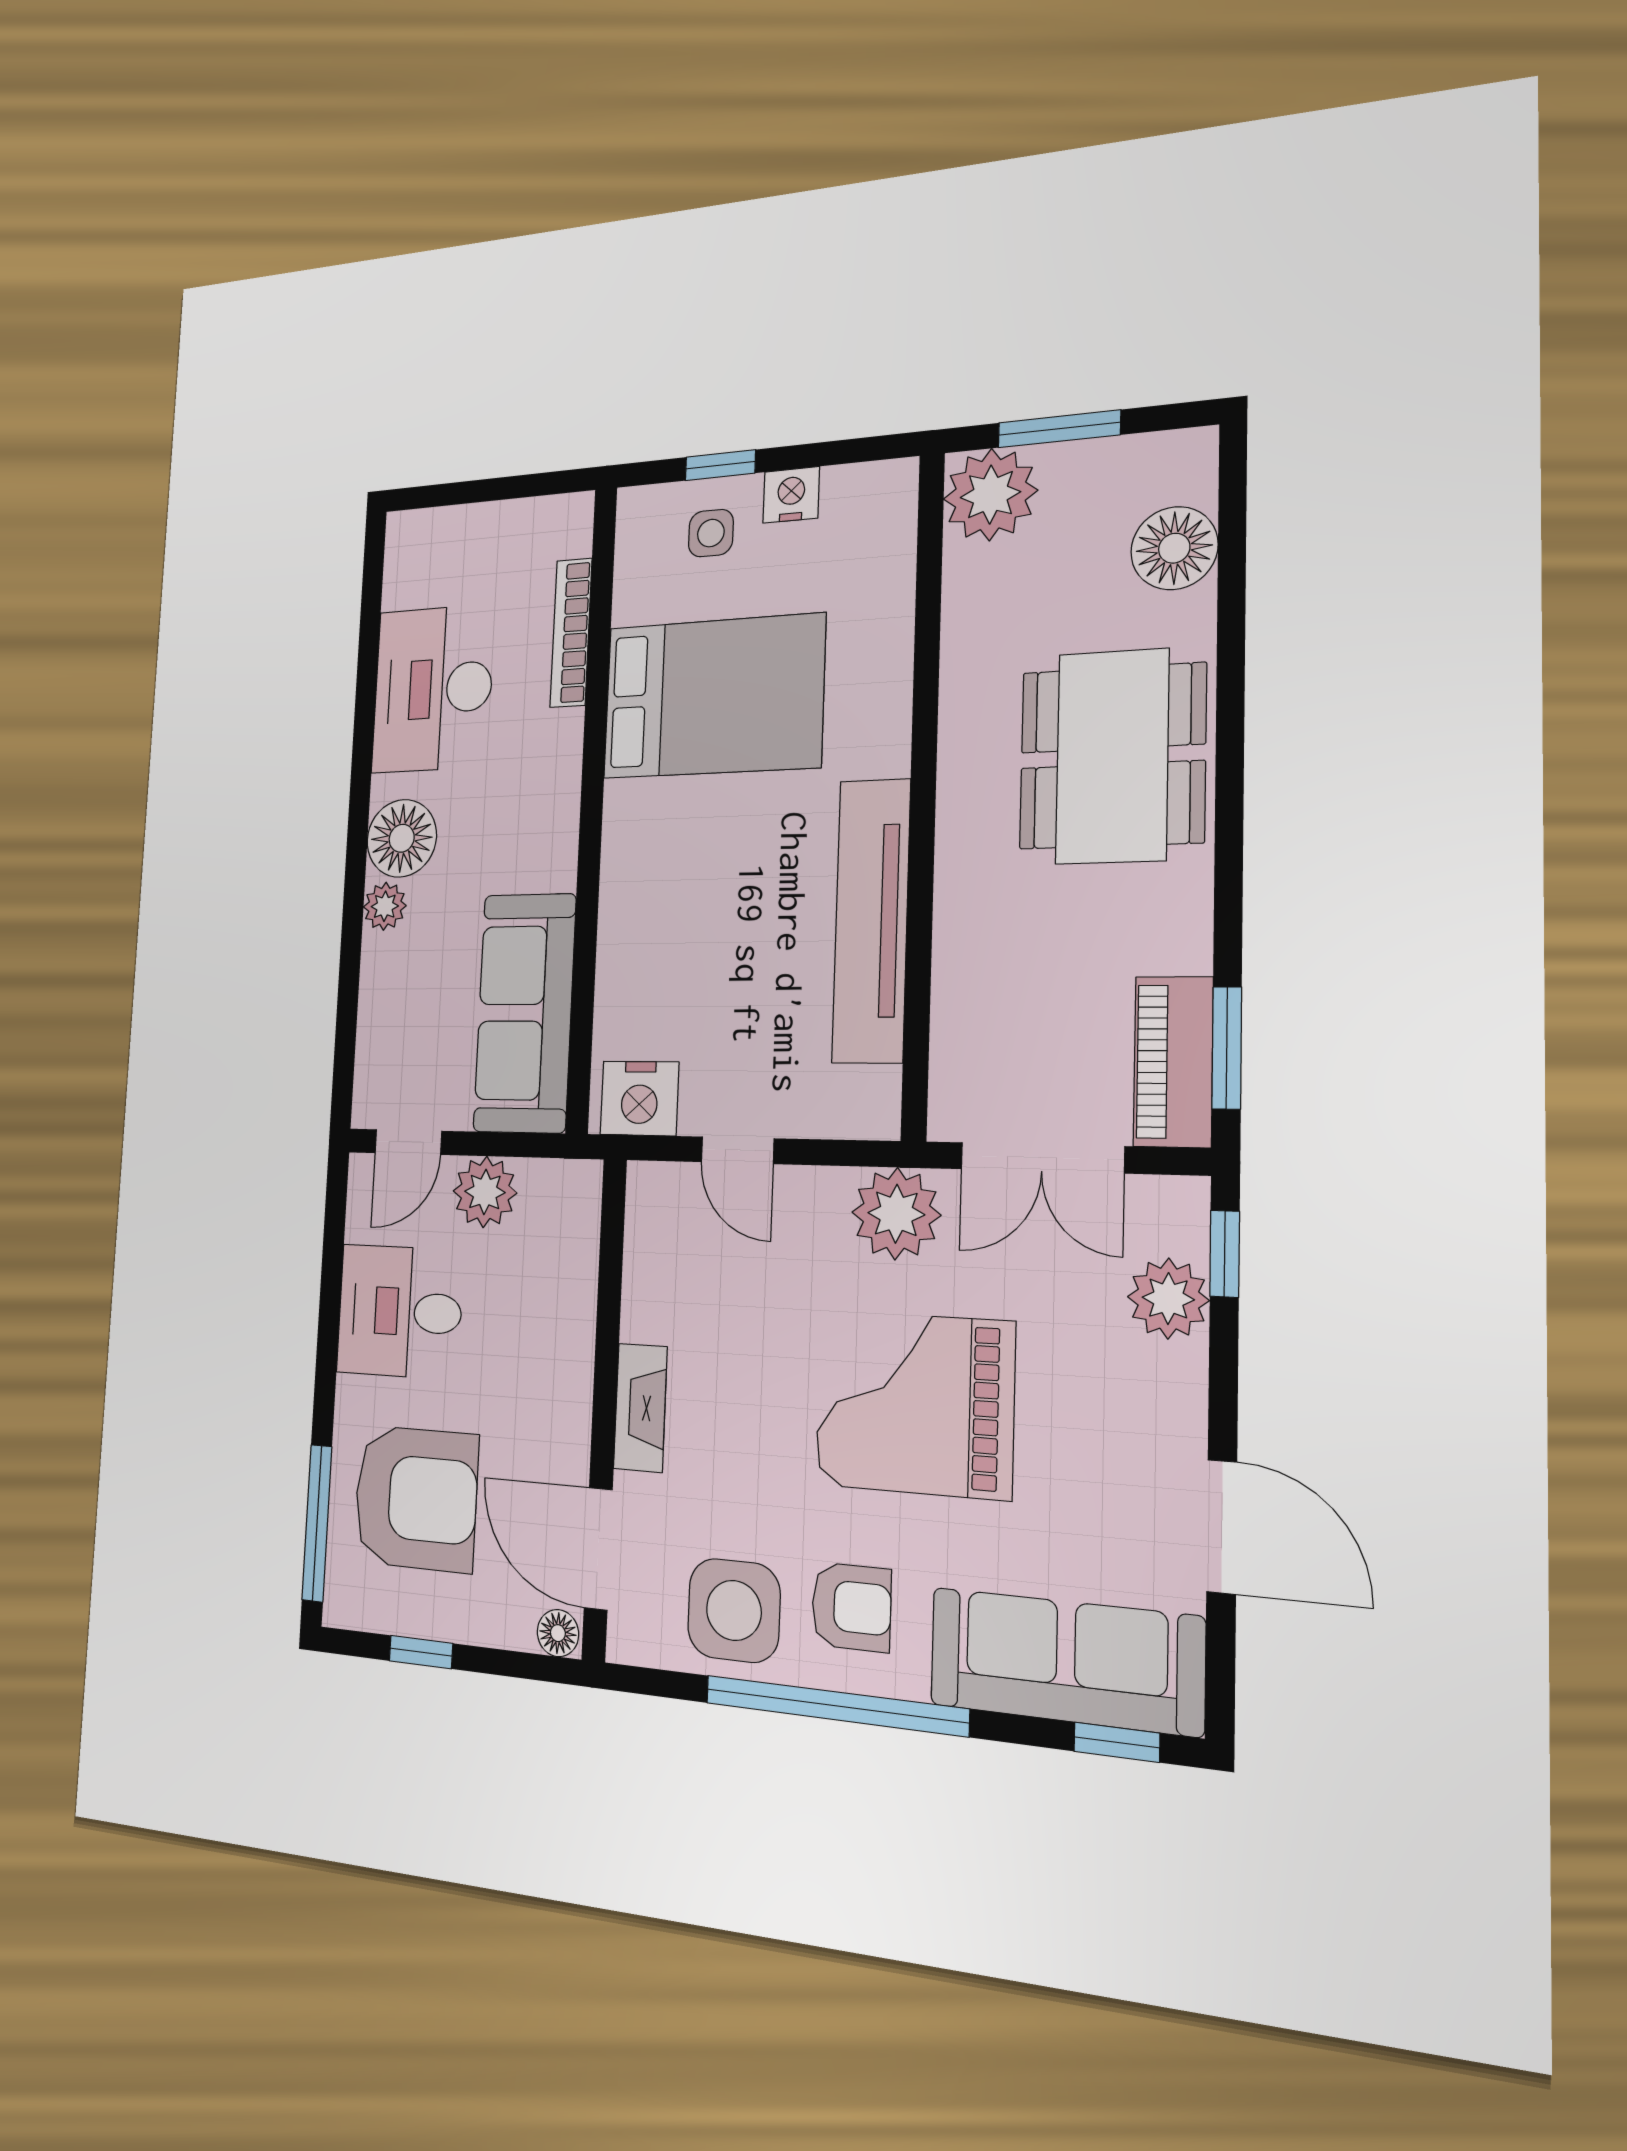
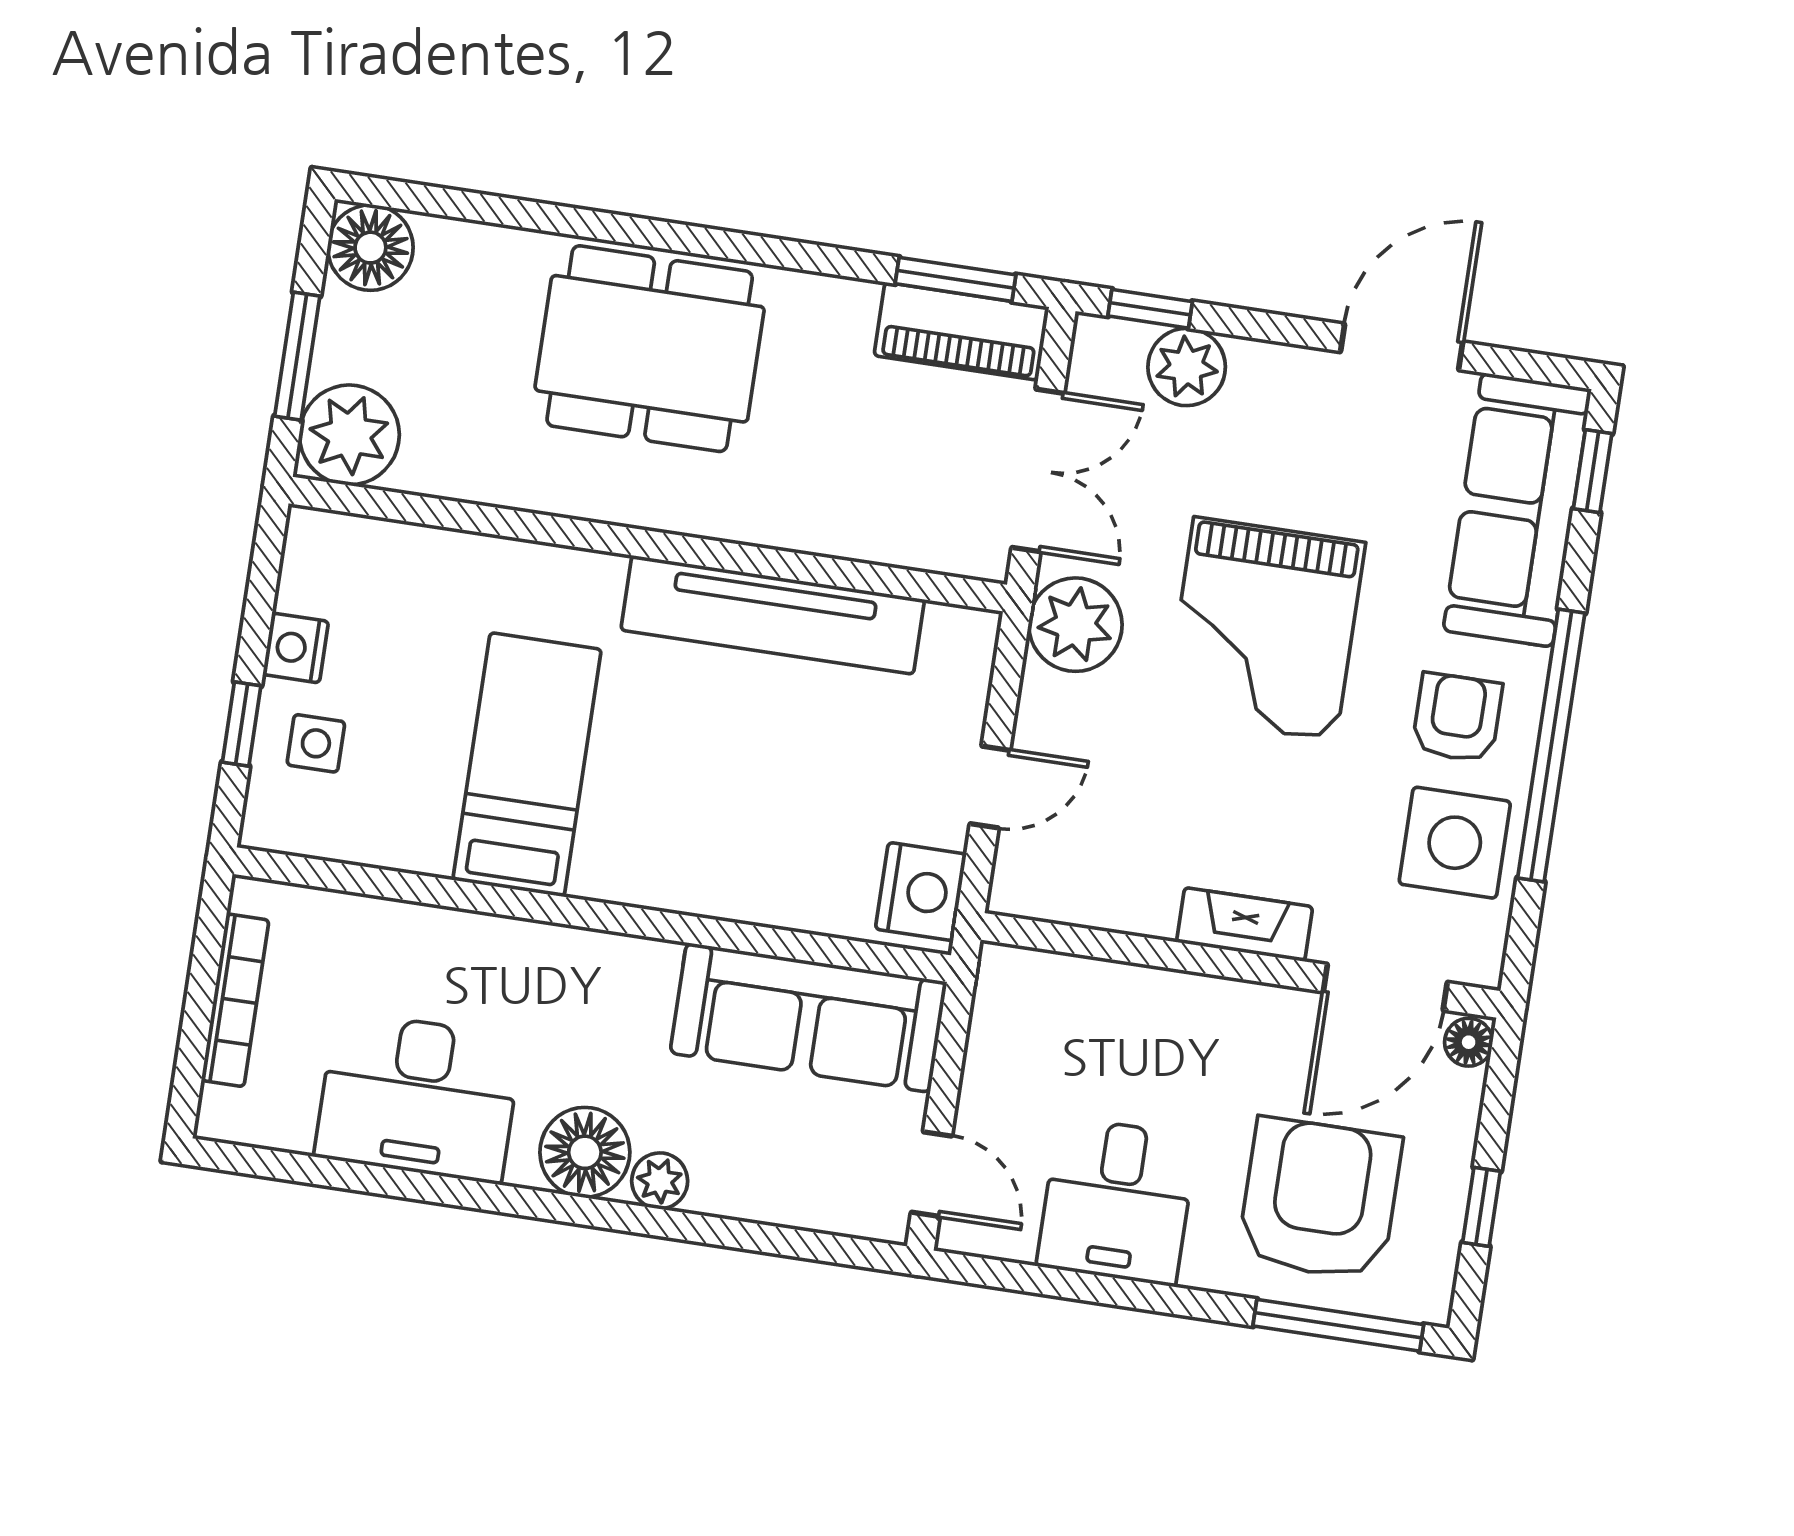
floor lamp: (1174, 548) -> (370, 248), moved
bookcase: (571, 633) -> (235, 1000), moved, turned -90
bed: (713, 697) -> (527, 765), width x0.67
plant: (485, 1192) -> (998, 1084), removed

